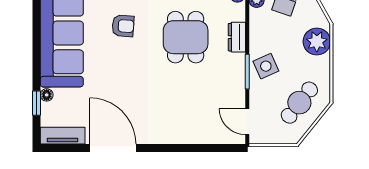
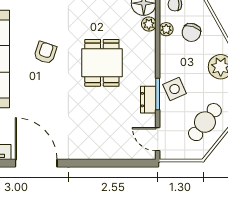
armchair: (123, 26) -> (45, 53), turned -76
dresser: (237, 37) -> (148, 100), moved

